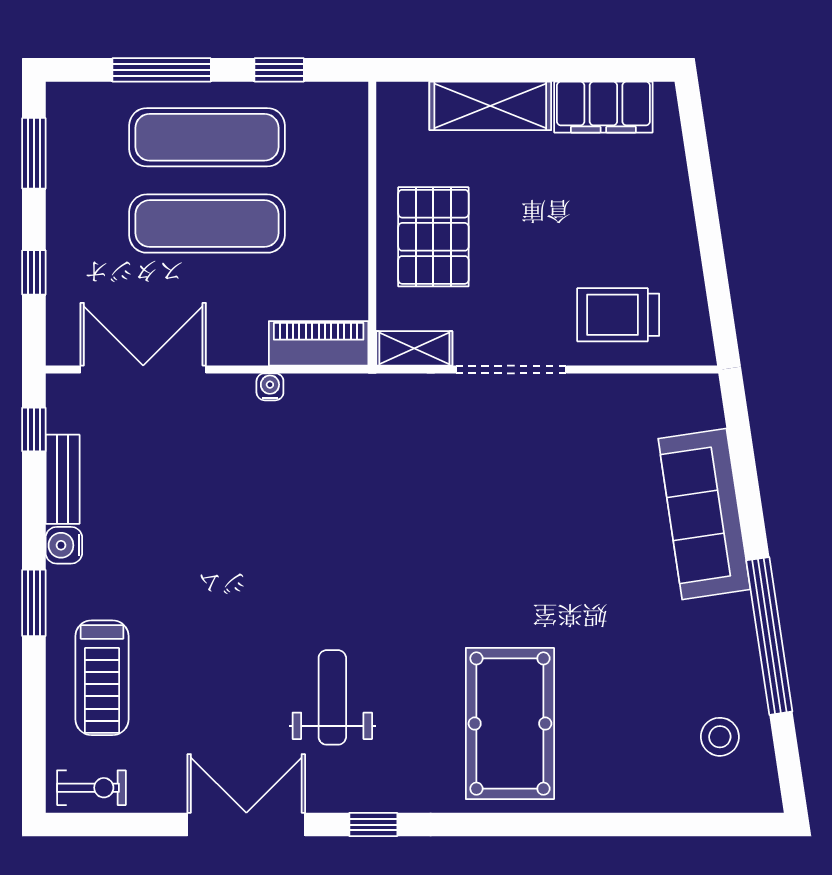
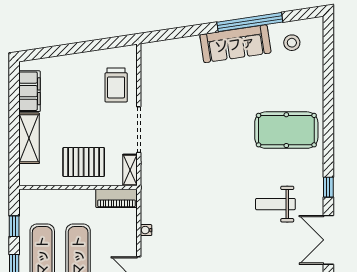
piano: (319, 343) -> (116, 198), moved, turned -90
sofa: (704, 514) -> (235, 44), moved

